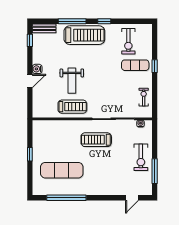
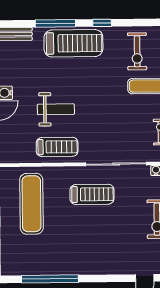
weight bench: (72, 81) -> (56, 109), turned -90
treadmill: (96, 140) -> (92, 194), turned 180
exercise mat: (62, 170) -> (31, 204), moved, turned 90

